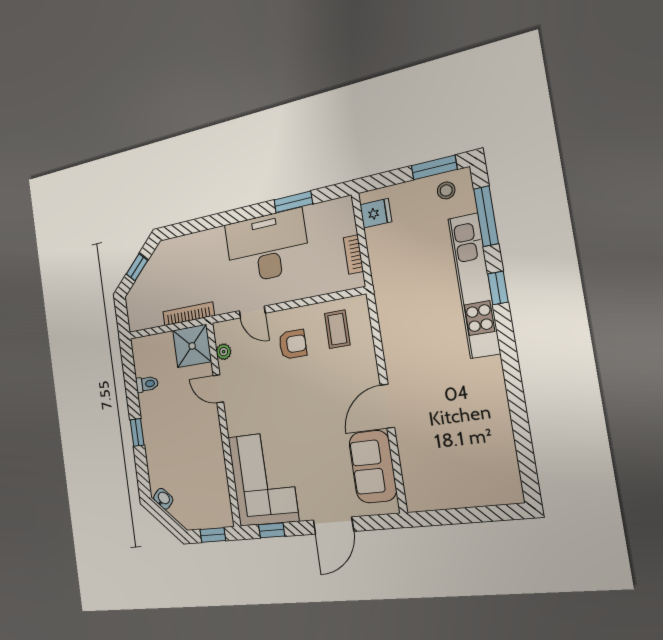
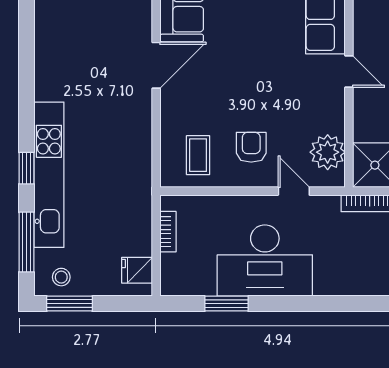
armchair: (293, 344) -> (251, 147), turned 90
plant: (224, 352) -> (328, 152), width x1.87, depth x1.87
door: (218, 389) -> (349, 72), moved

